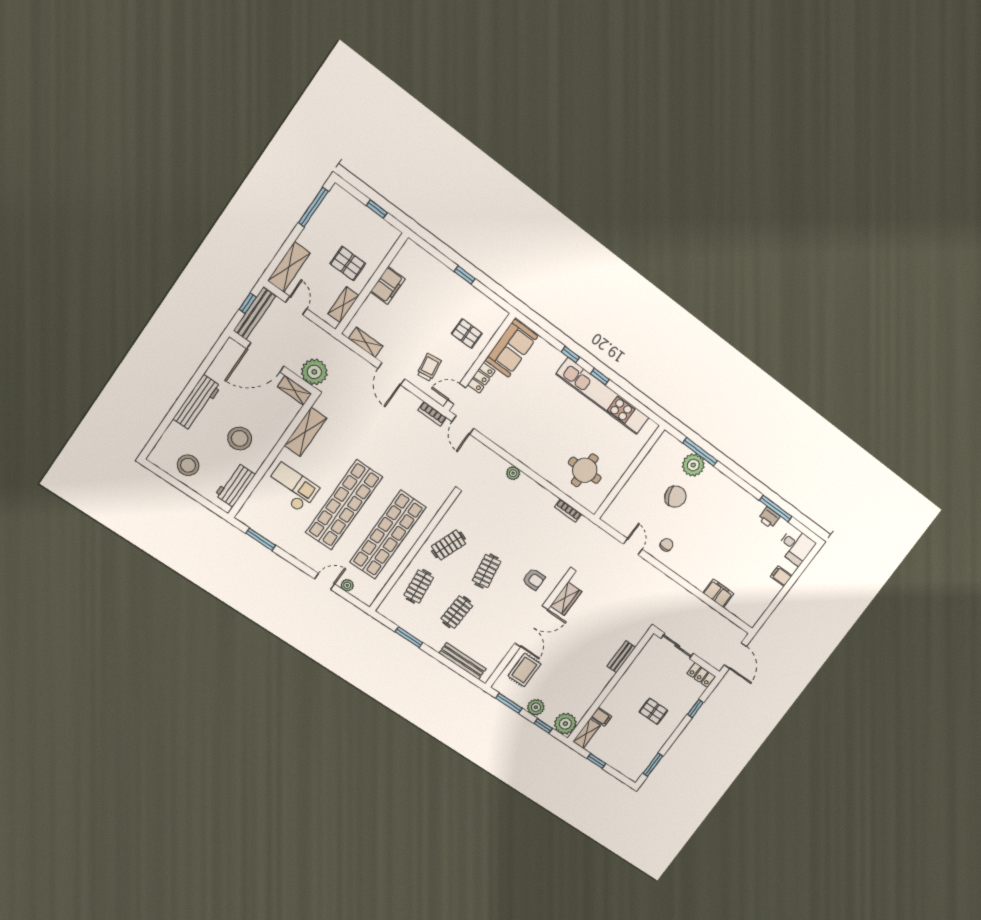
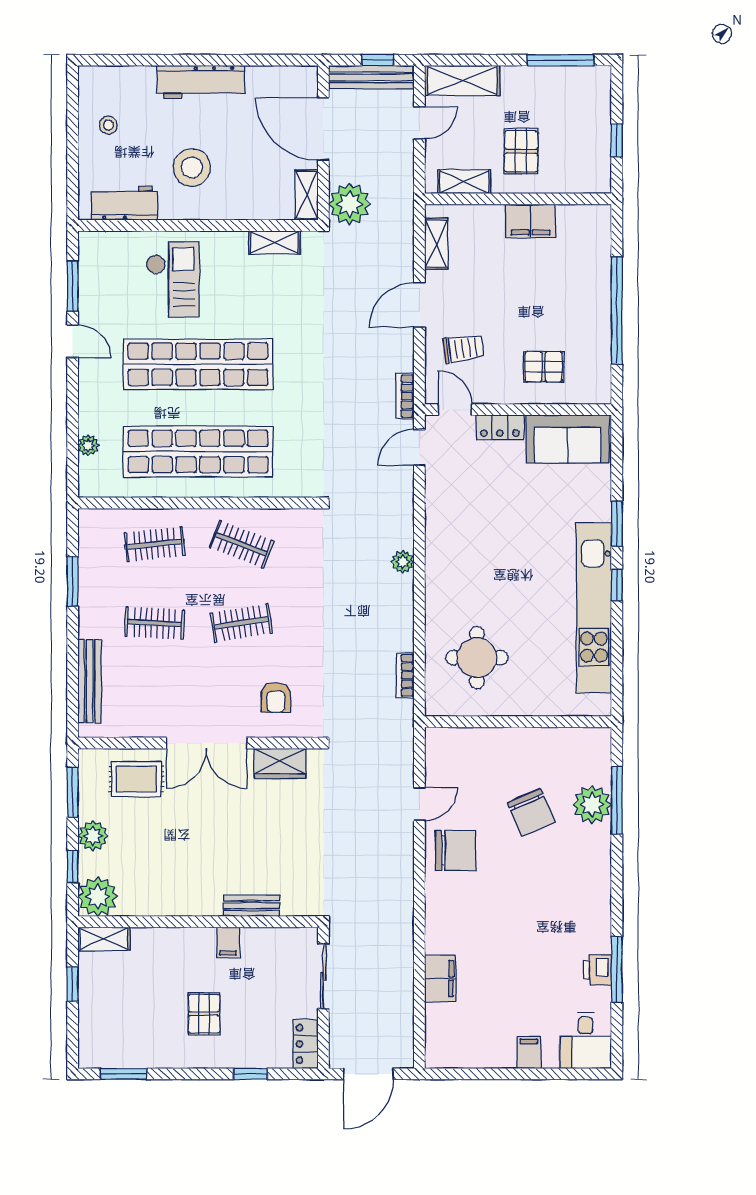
window: (465, 275) -> (617, 310), width x3.17
pallet: (467, 334) -> (544, 367), turned 90
window: (570, 354) -> (617, 524), width x1.50
shelving: (305, 432) -> (274, 242), width x0.67, depth x0.75
stool: (188, 465) -> (108, 125), width x0.53, depth x0.53
chair: (666, 545) -> (456, 850), width x1.87, depth x1.87
door: (325, 581) -> (73, 341), moved
filing cabinet: (601, 717) -> (228, 942), moved

